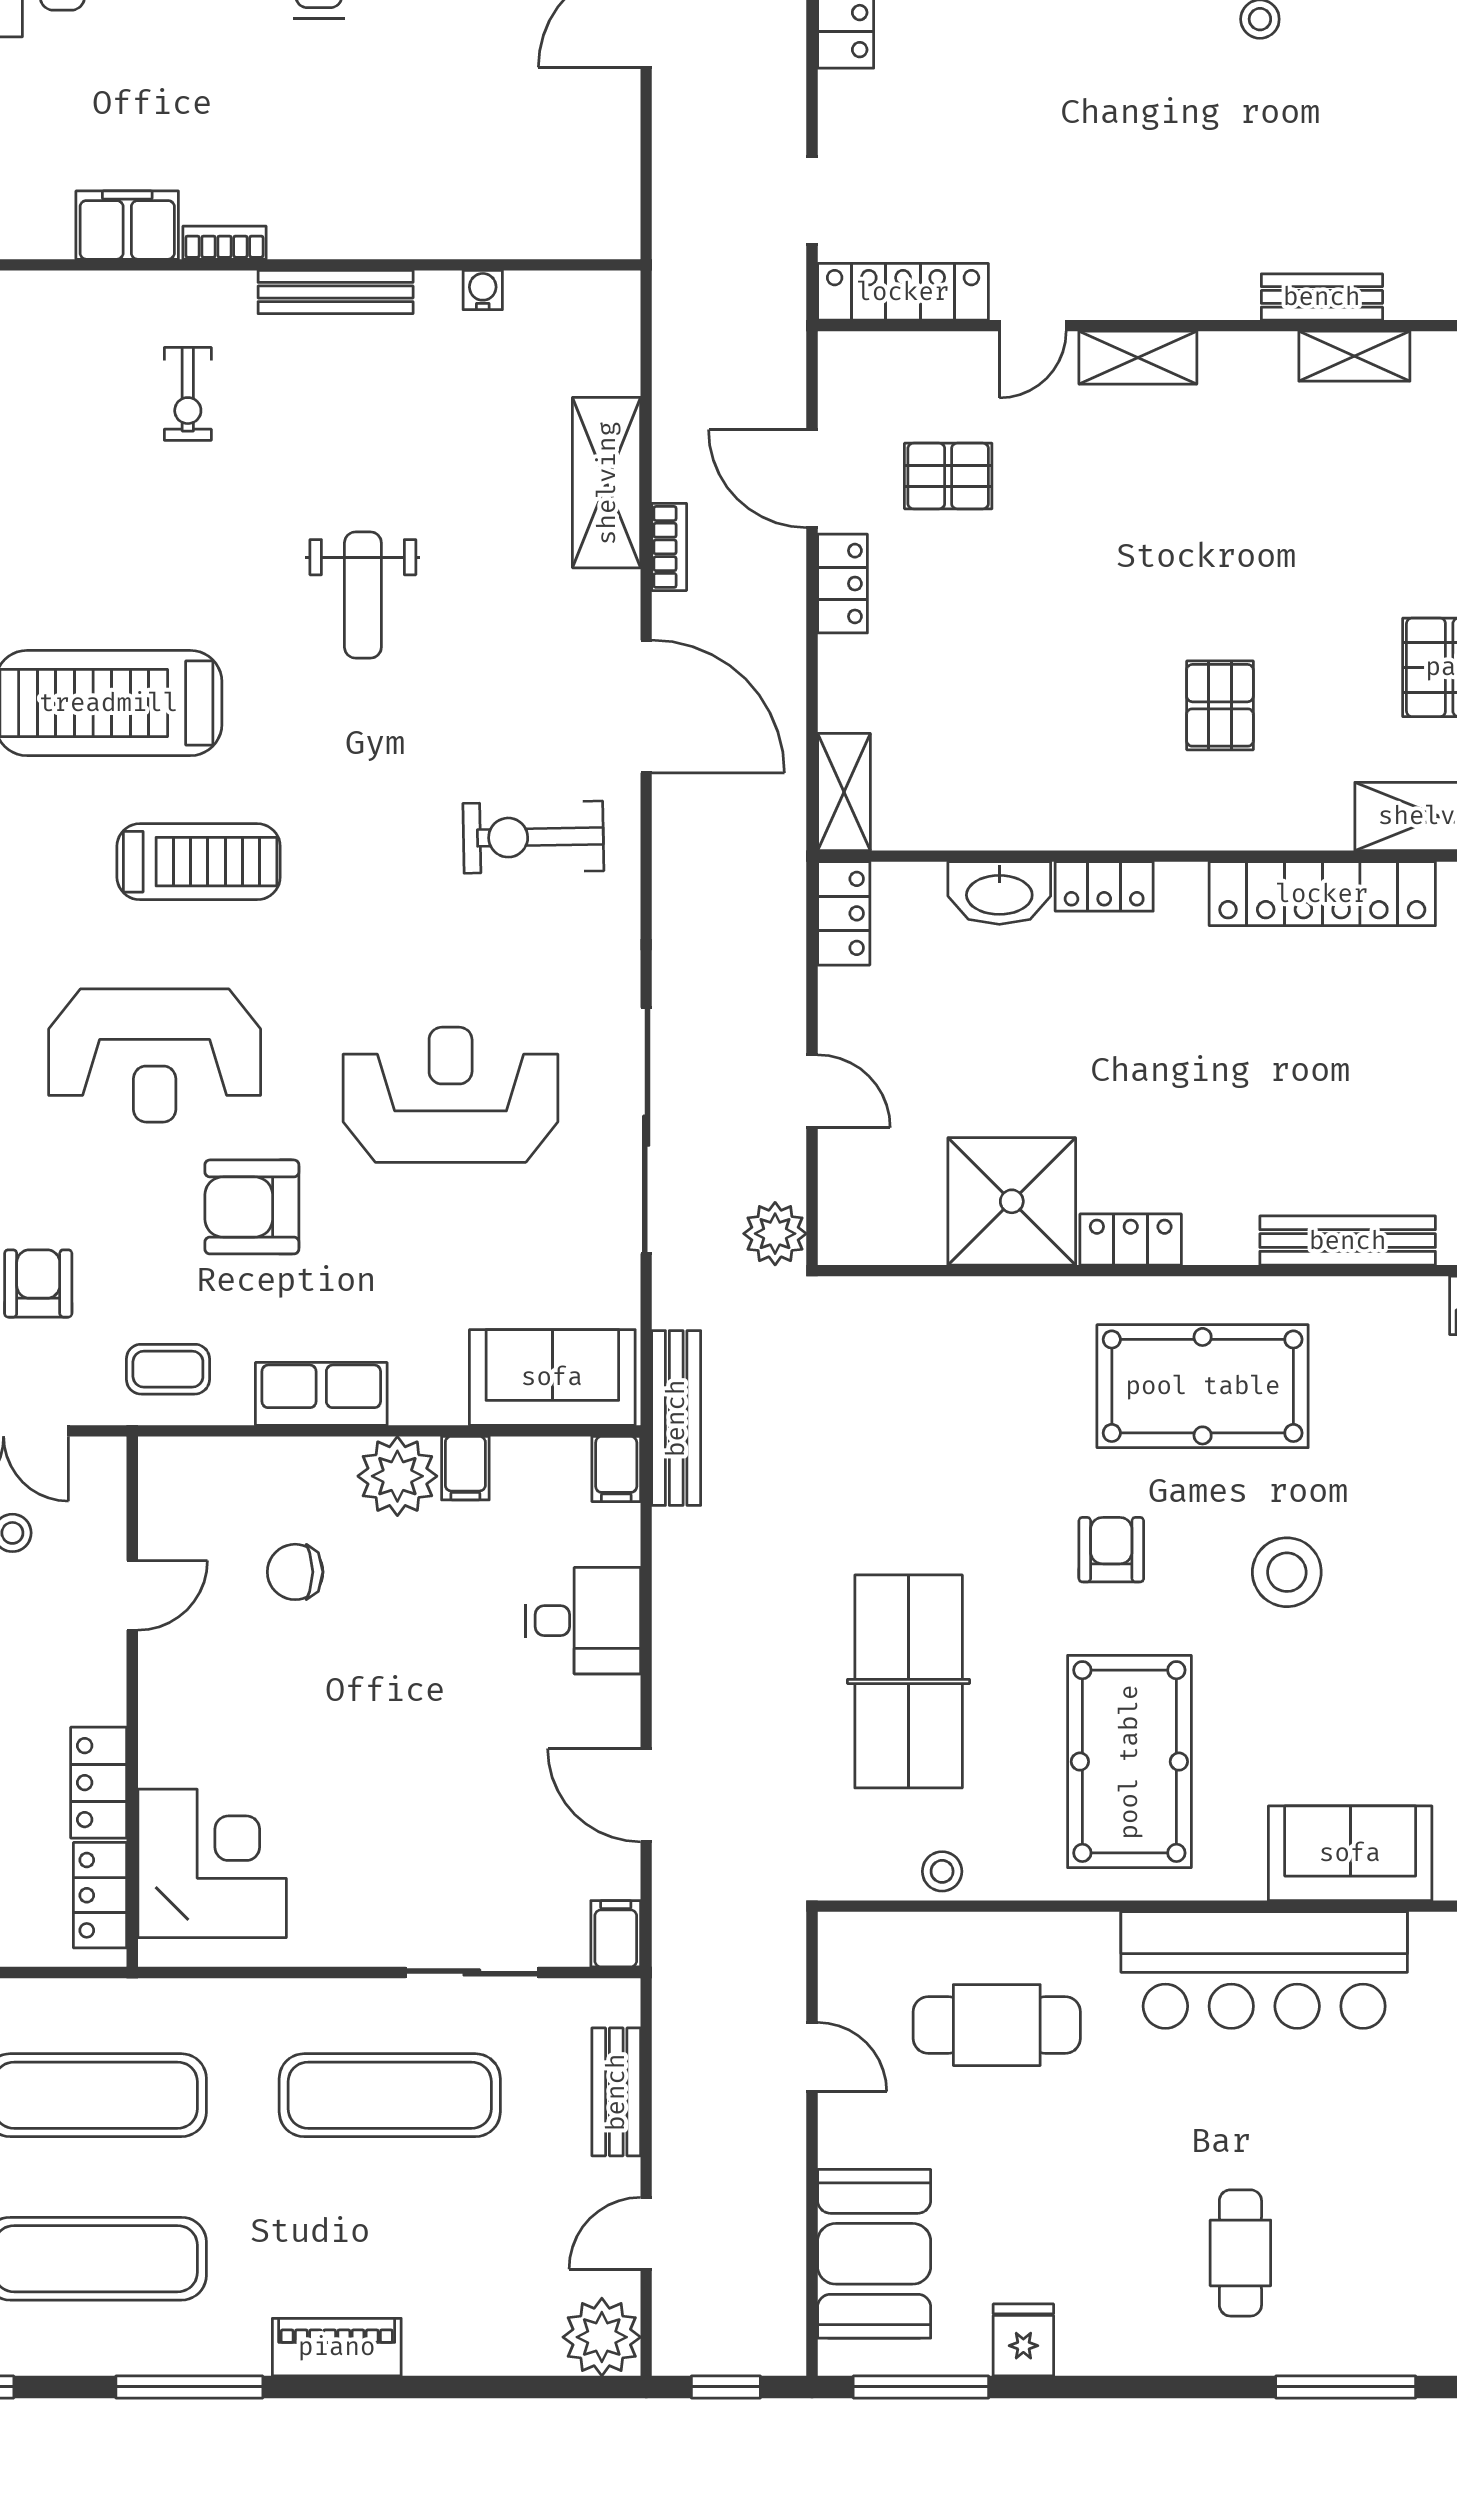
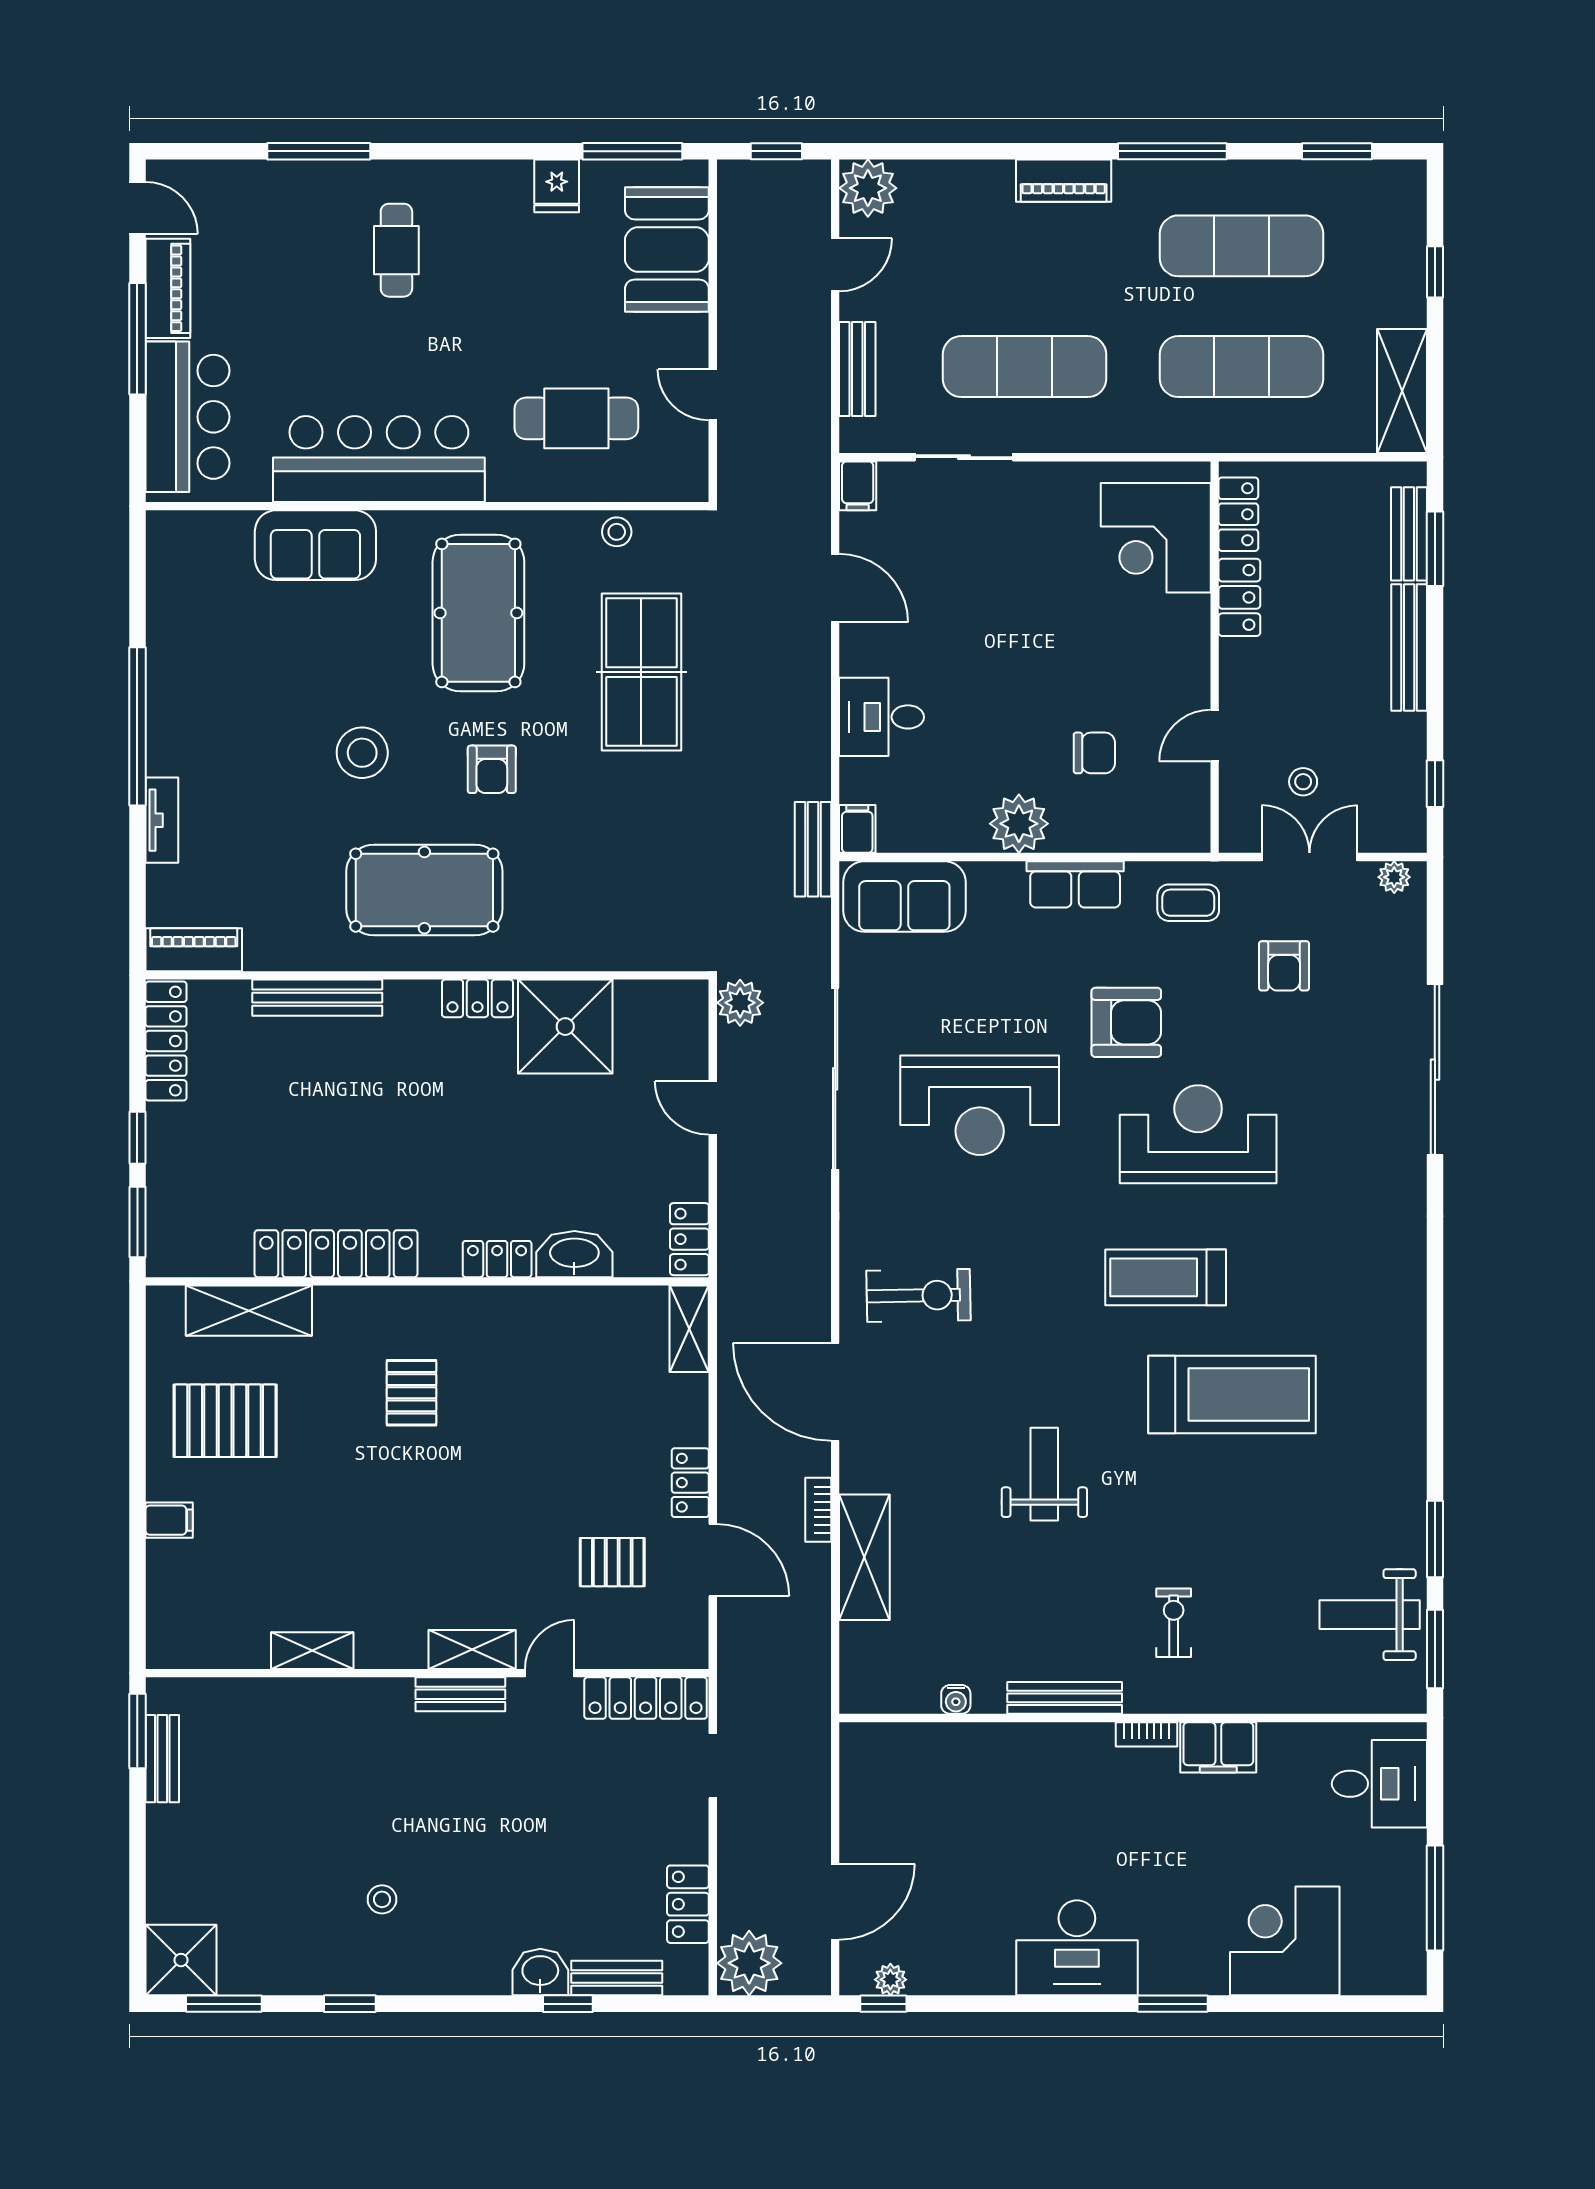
bench: (1322, 297) -> (460, 1694), moved
bench: (676, 1418) -> (813, 849), width x0.73
filing cabinet: (465, 1468) -> (969, 830), removed

